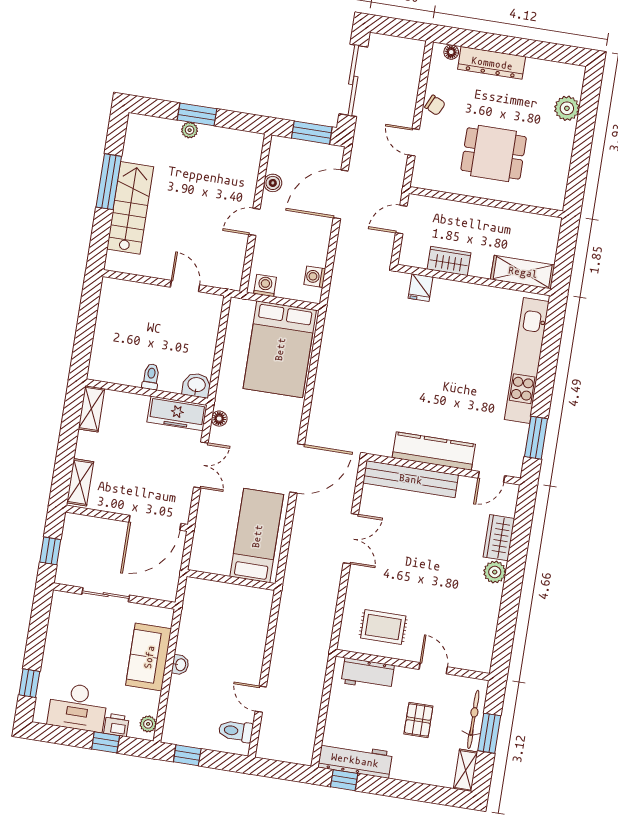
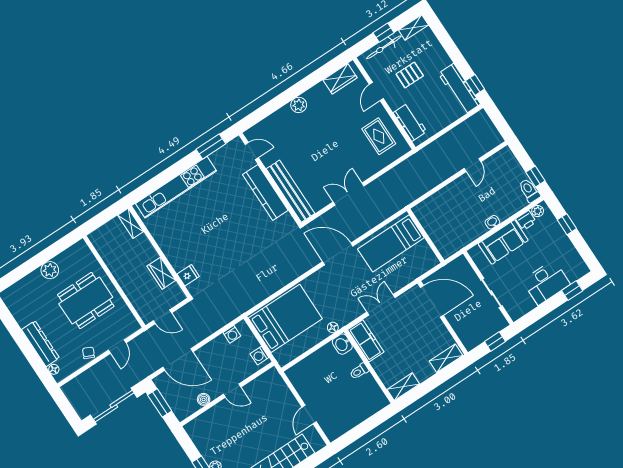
plant: (567, 108) -> (50, 270), moved
dining table: (494, 153) -> (86, 301), width x1.37
shelving: (523, 272) -> (131, 223), width x0.67, depth x0.75
door: (185, 286) -> (309, 414), moved
floor lamp: (219, 419) -> (333, 327), moved
wardrobe: (499, 538) -> (340, 79), moved
desk: (78, 707) -> (546, 282), moved, turned 90
printer: (116, 725) -> (526, 220), moved, turned -90
toilet: (236, 731) -> (529, 191), moved, turned 180
window: (489, 733) -> (383, 33), width x0.67

